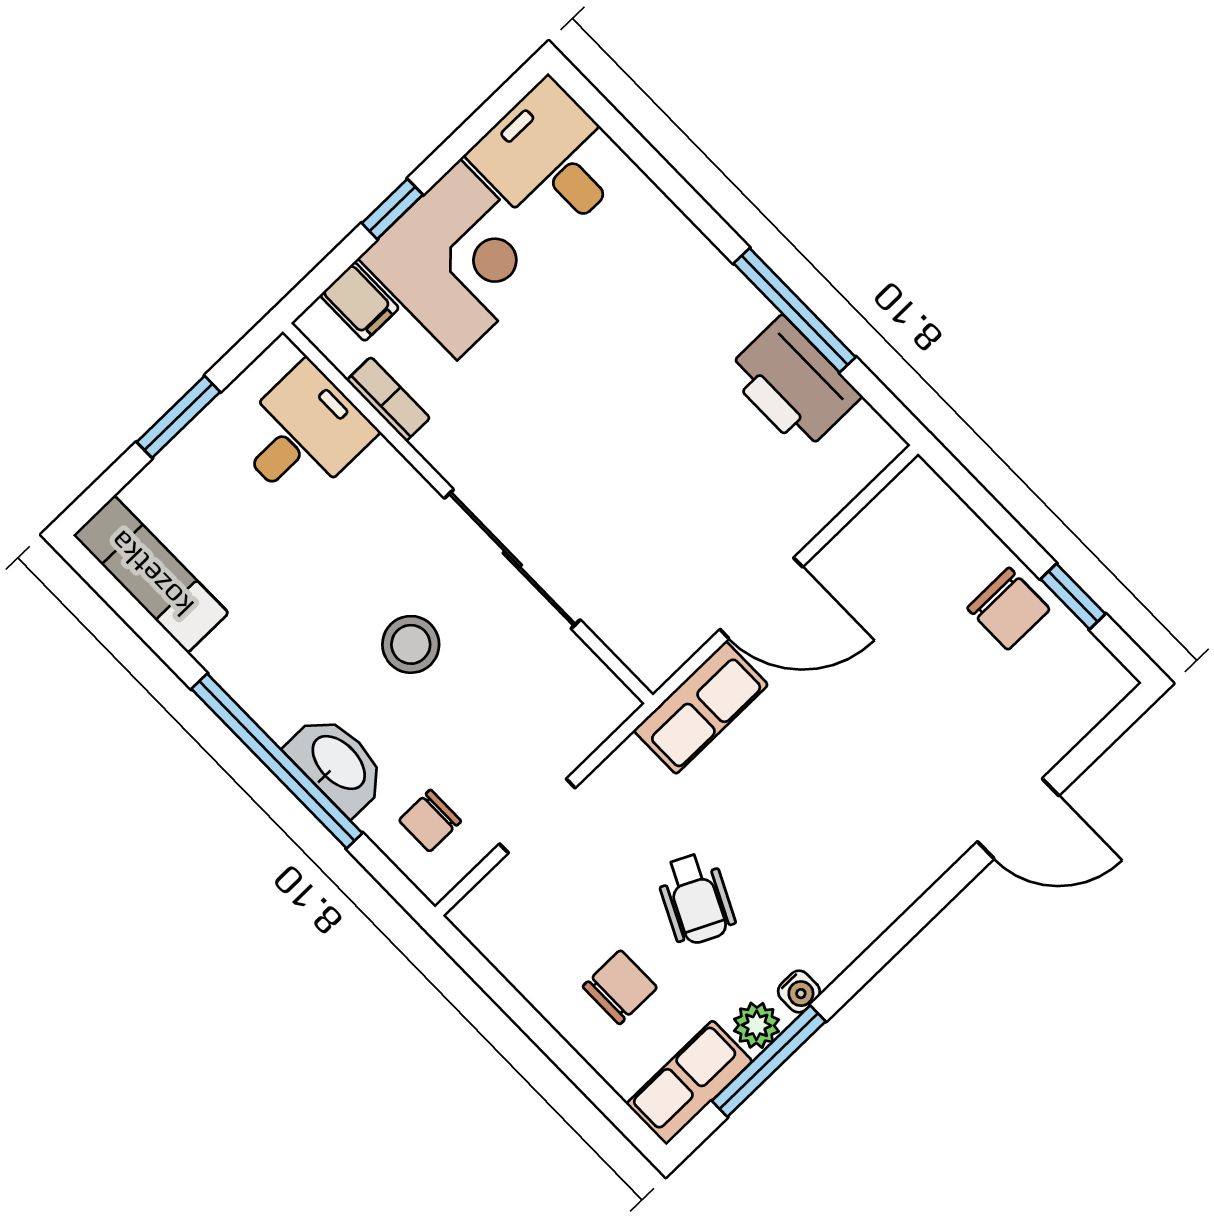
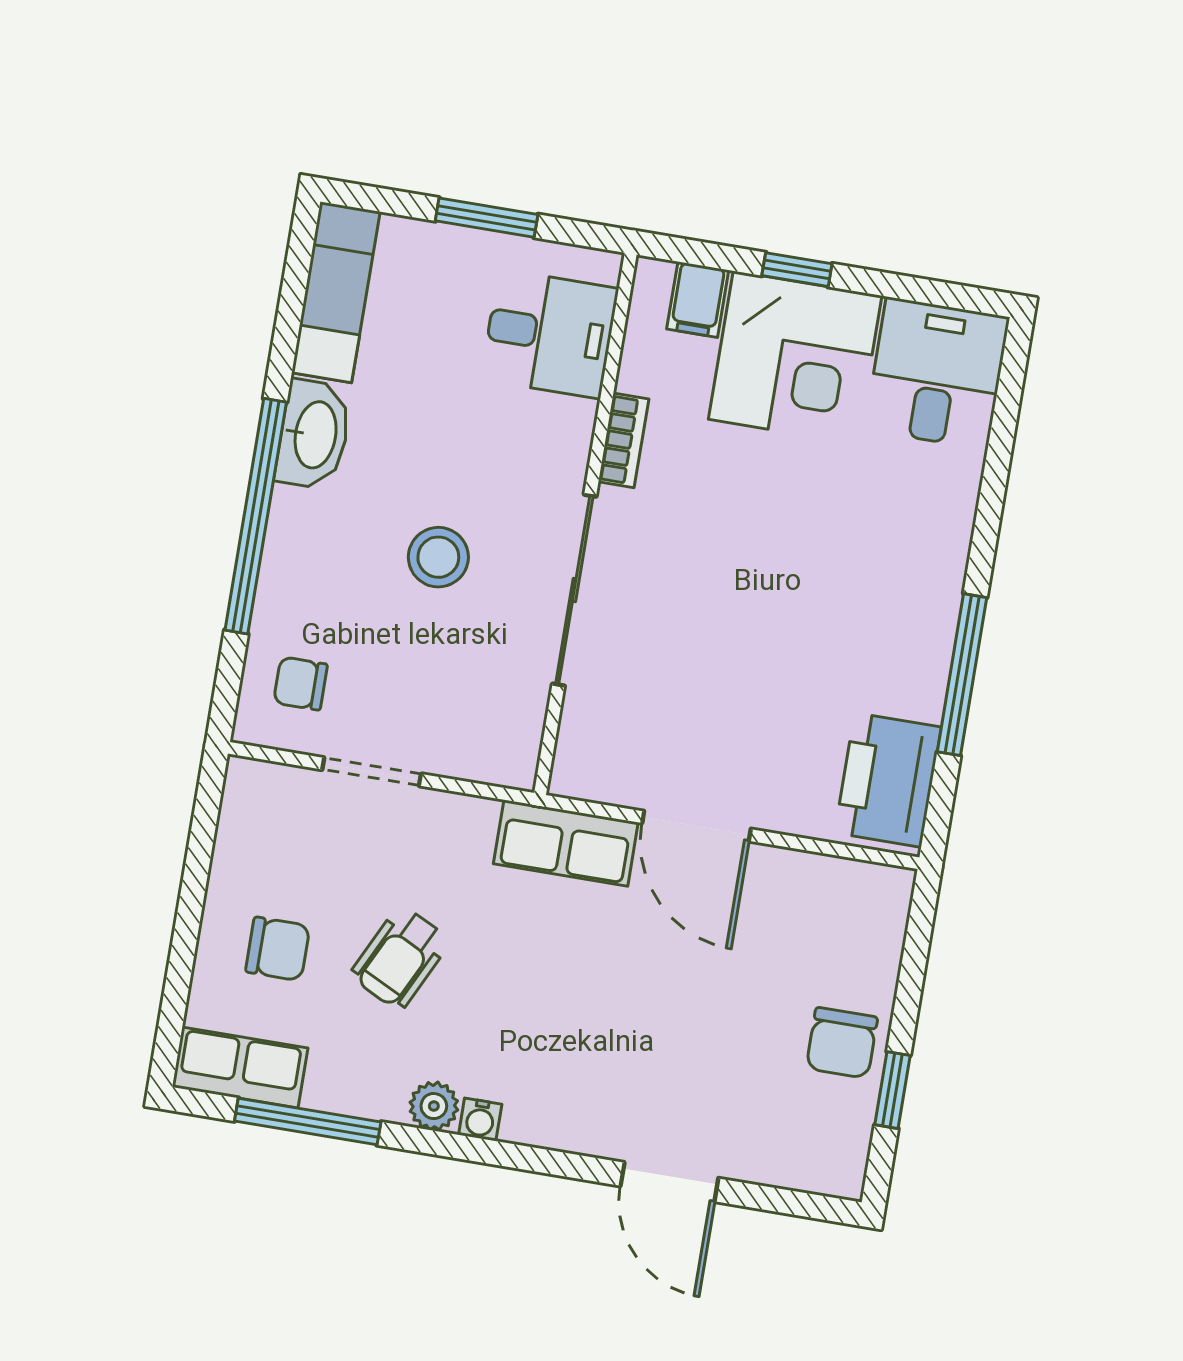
printer: (793, 384) -> (888, 780), moved
bookcase: (388, 399) -> (624, 440), moved
washbasin: (337, 764) -> (314, 434), moved
water cooler: (799, 991) -> (480, 1119), moved
plant: (757, 1025) -> (434, 1106), moved

